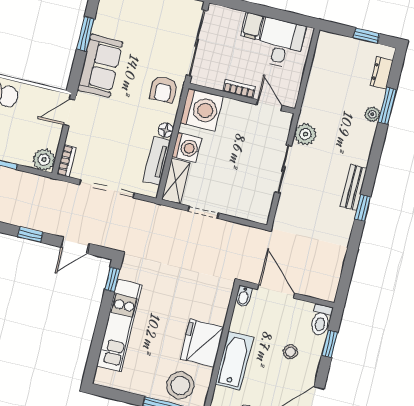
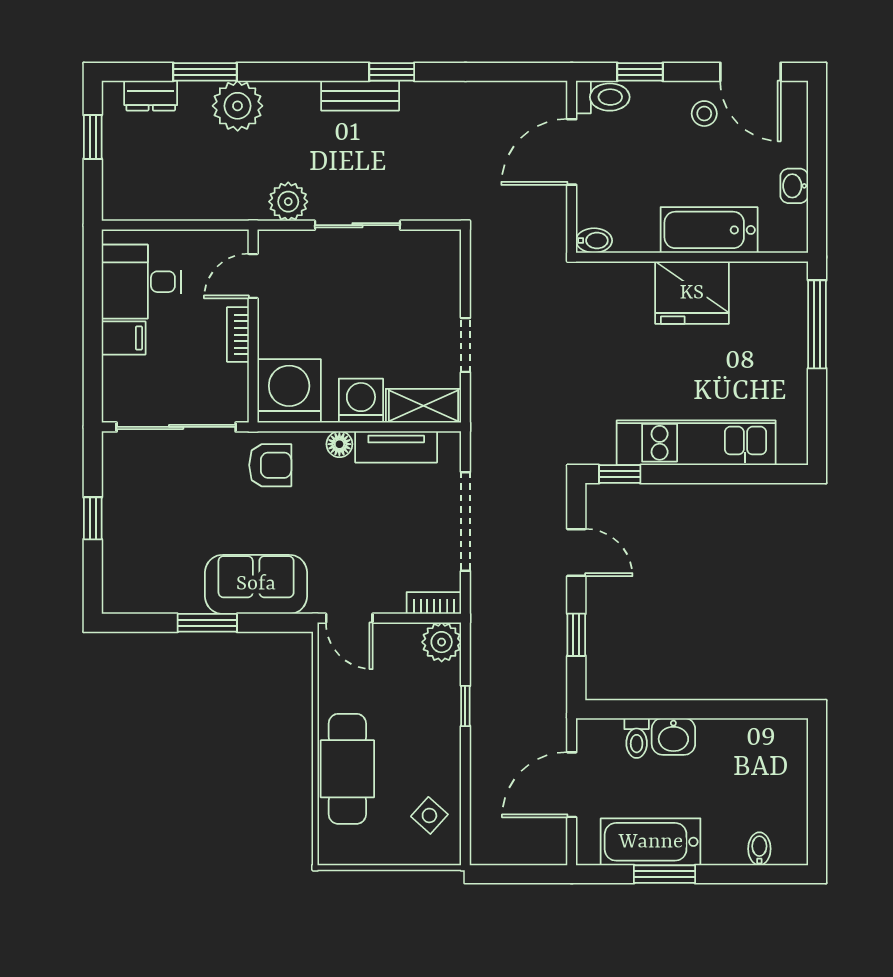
plant: (372, 114) -> (238, 106), width x1.88, depth x1.88
door: (276, 291) -> (572, 152), moved
stool: (291, 352) -> (704, 114), moved
stool: (180, 385) -> (774, 313), removed

